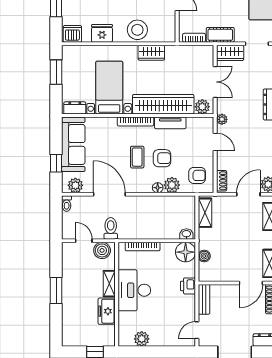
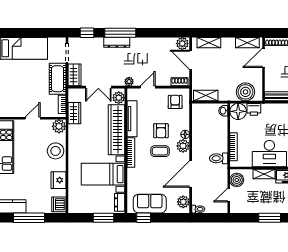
plant: (167, 34) -> (59, 126), added
cot: (220, 35) -> (58, 79), width x1.37, depth x1.34
wardrobe: (151, 53) -> (74, 113), moved
window: (56, 72) -> (103, 218), moved
double door: (215, 82) -> (98, 87), swing flipped
tv unit: (170, 123) -> (132, 119), width x1.41
sofa: (73, 144) -> (150, 204), width x0.73
armchair: (162, 158) -> (161, 131), turned 180
window: (56, 163) -> (144, 218), moved
plant: (172, 185) -> (183, 146), moved
toilet: (111, 228) -> (219, 158), moved
boiler: (204, 256) -> (245, 92), width x1.86, depth x1.86
door: (251, 283) -> (263, 58), swing flipped
printer: (188, 286) -> (254, 109), moved

